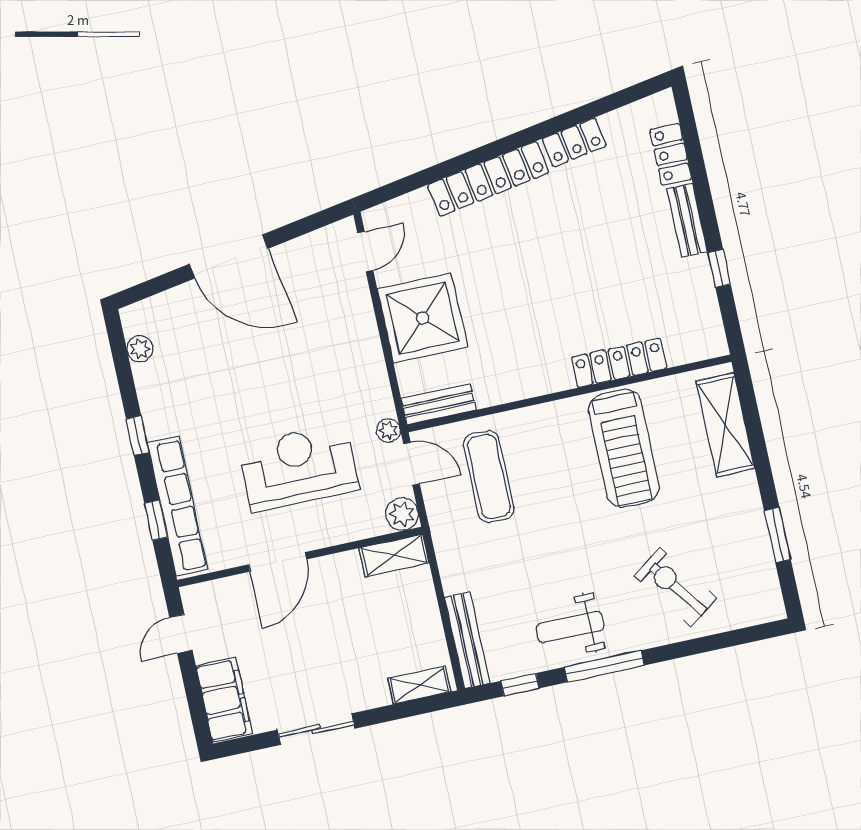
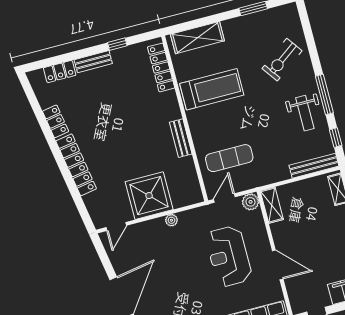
door: (365, 252) -> (116, 226), swing flipped
locker: (619, 363) -> (161, 67), moved
bench: (439, 404) -> (181, 138), moved
plant: (388, 430) -> (171, 220), moved

